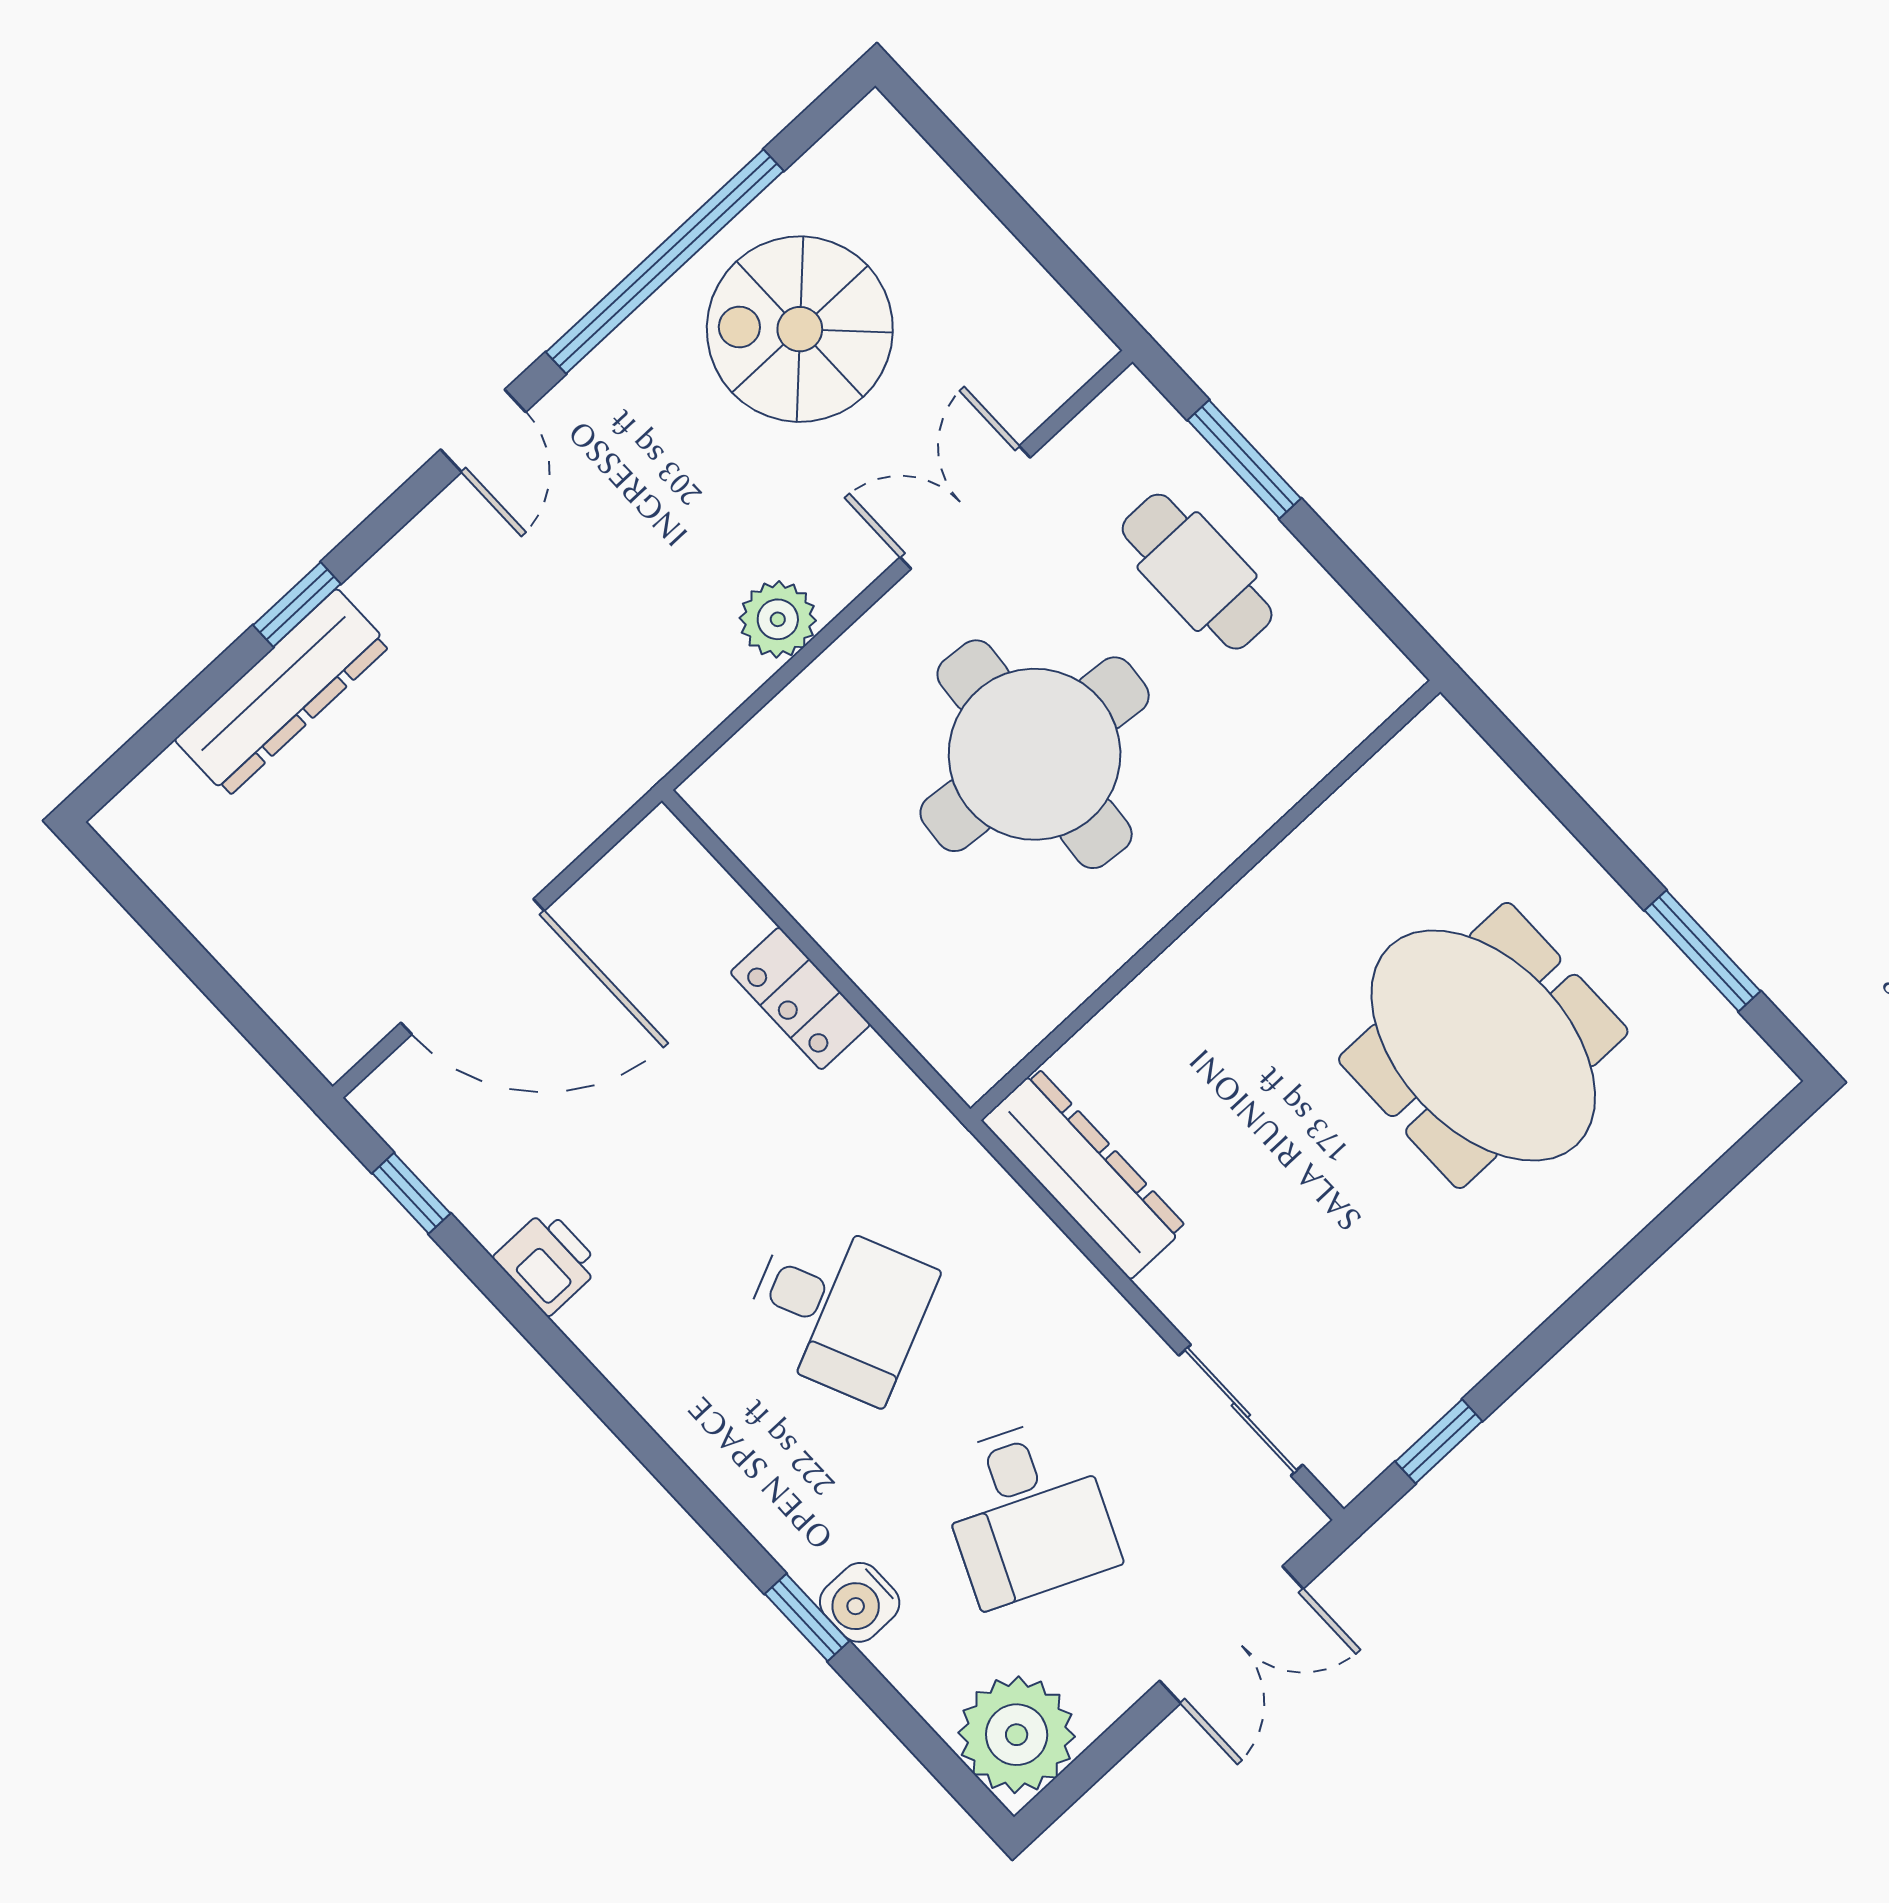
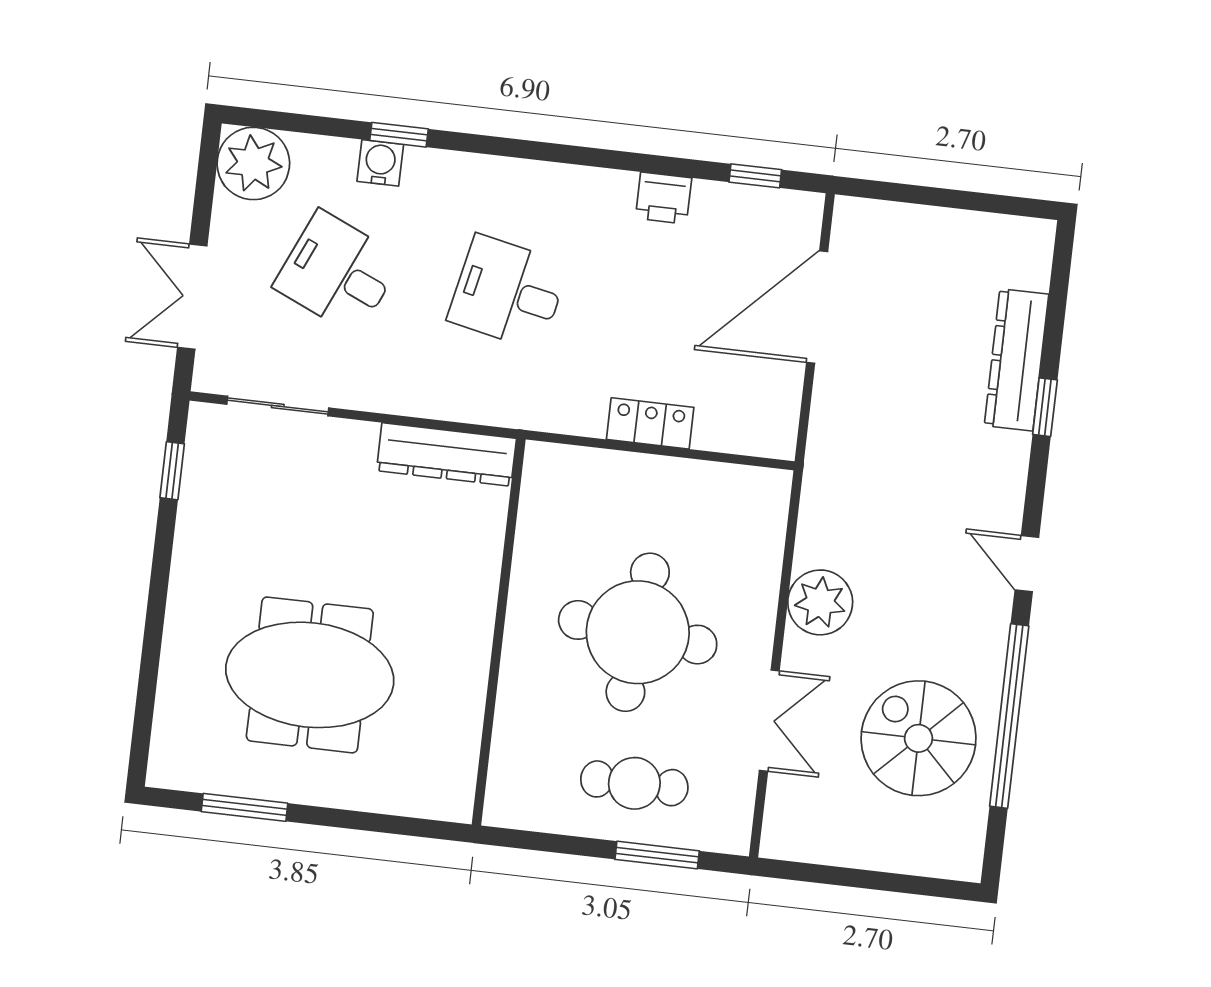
spiral stairs: (800, 329) -> (919, 738), turned -90
plant: (778, 619) -> (820, 602), width x1.36, depth x1.36
desk: (838, 1309) -> (508, 292), turned 36

